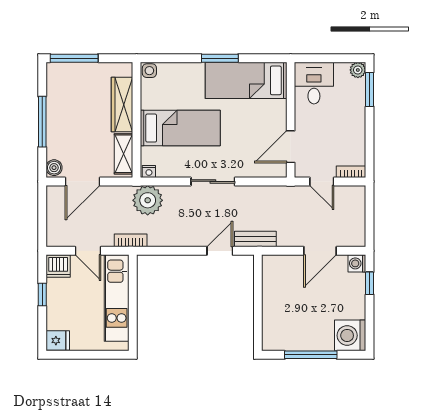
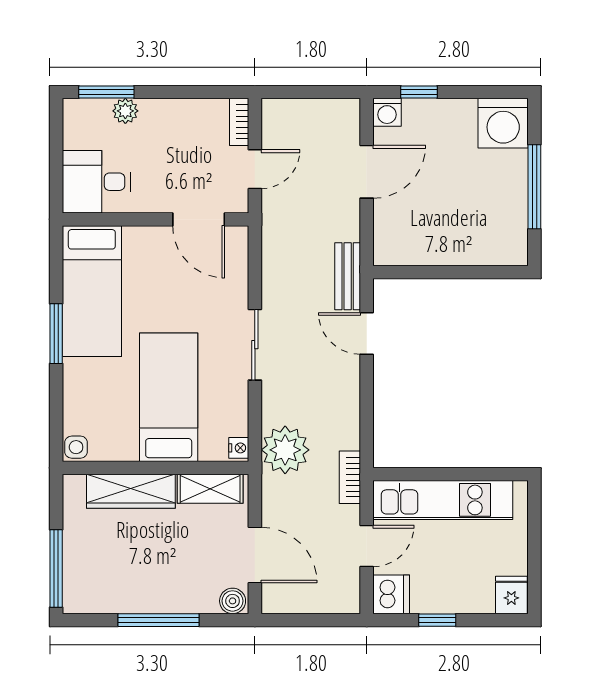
plant: (358, 70) -> (125, 111), moved
door: (320, 251) -> (367, 172), hinge flipped

